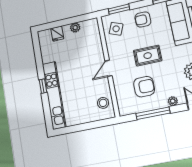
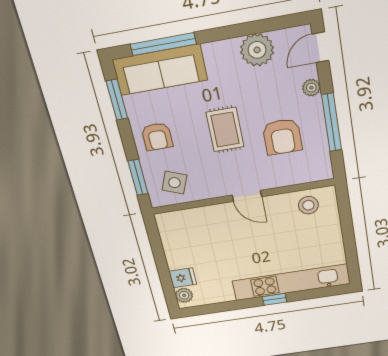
plant: (75, 28) -> (184, 295), moved
armchair: (144, 87) -> (282, 137), turned 180

